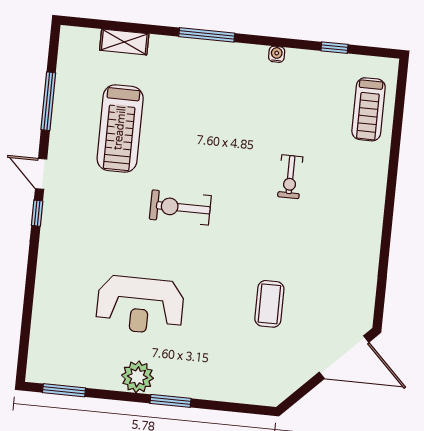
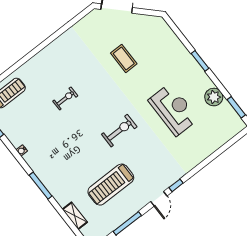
treadmill: (120, 128) -> (111, 185), turned 180
exercise bike: (180, 207) -> (119, 131), turned -90
coffee table: (269, 304) -> (124, 58), turned 90
plant: (137, 377) -> (214, 97), moved

